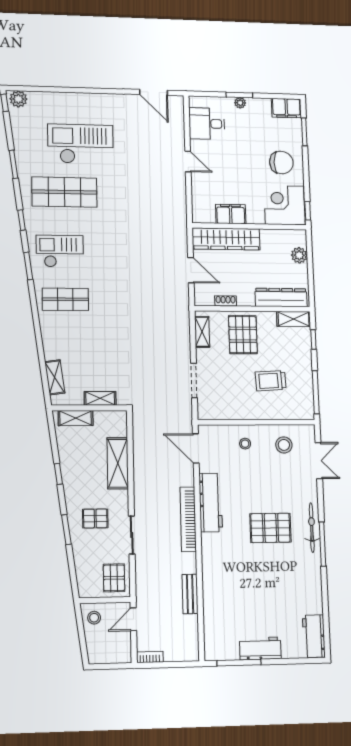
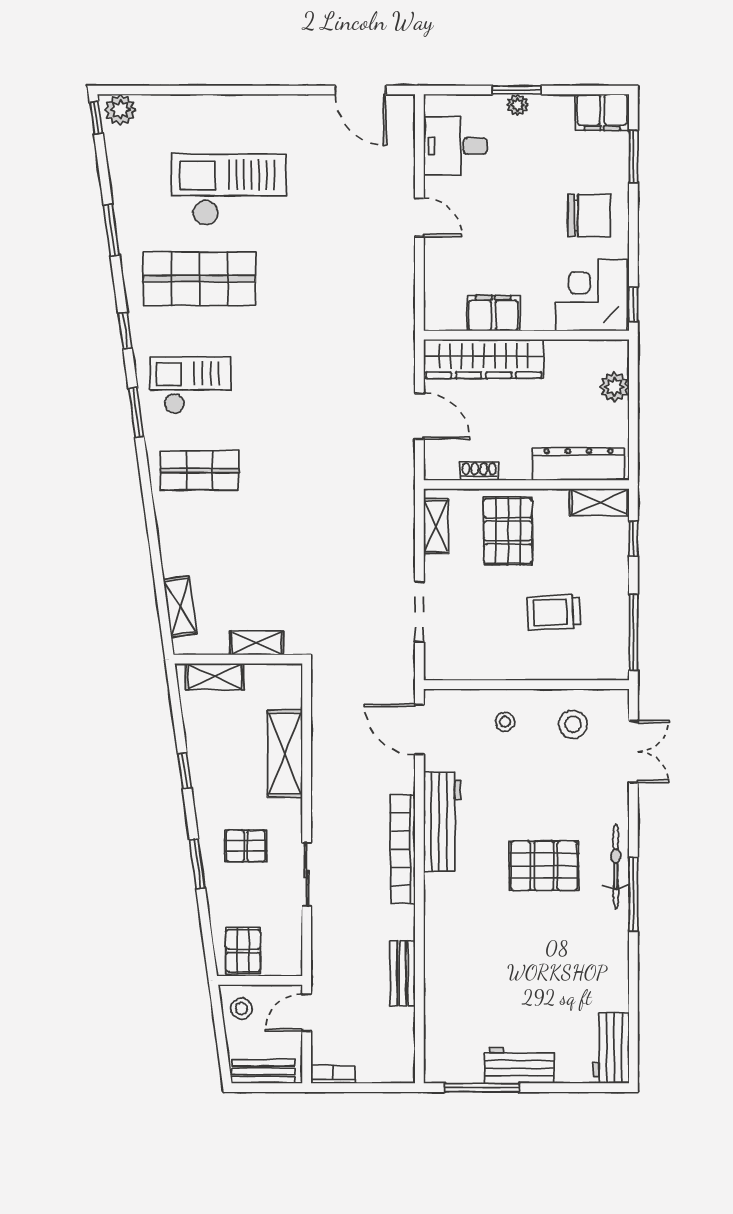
pallet: (114, 578) -> (243, 951), moved
bench: (108, 656) -> (263, 1071), added

